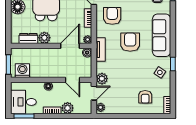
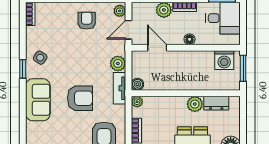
sofa: (162, 35) -> (38, 100), width x0.73
armchair: (130, 42) -> (80, 98), turned -90
door: (70, 46) -> (160, 93), removed
plant: (102, 79) -> (118, 63), moved
armchair: (145, 97) -> (87, 21), moved

